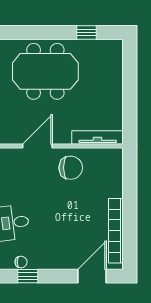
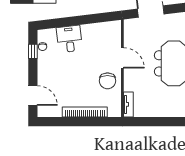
tv unit: (98, 137) -> (128, 104), width x0.71
bookcase: (116, 231) -> (85, 112), moved

